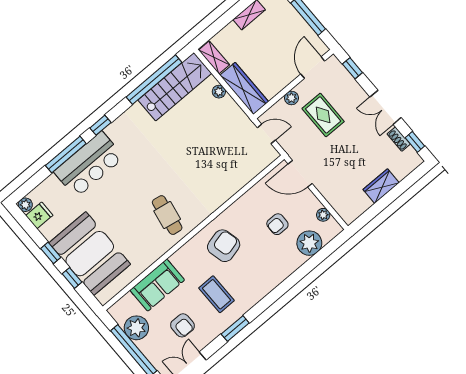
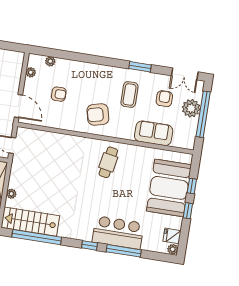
plant: (309, 243) -> (50, 61), width x0.53, depth x0.53
plant: (136, 328) -> (191, 108), moved

